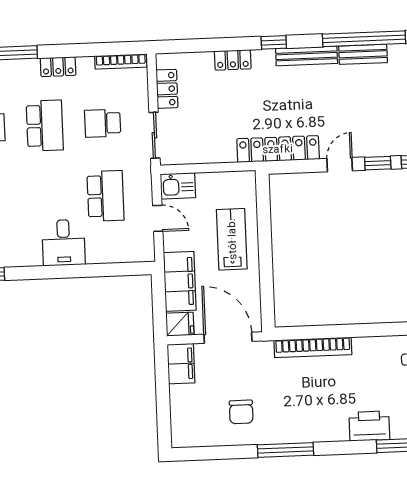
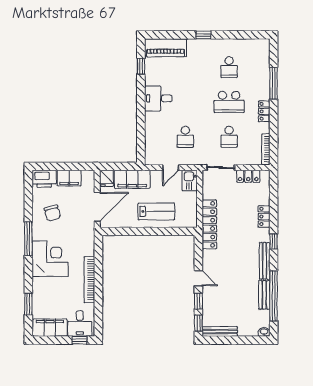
school desk: (103, 123) -> (229, 137), turned 180
locker: (278, 149) -> (209, 224), moved
school desk: (106, 196) -> (185, 137), width x0.54
desk: (64, 243) -> (158, 98), moved
bookcase: (313, 347) -> (89, 280), moved
filing cabinet: (181, 364) -> (69, 178), moved
chair: (241, 412) -> (52, 213), turned -105
corner desk: (317, 412) -> (50, 259), added
printer: (369, 426) -> (44, 179), moved, turned 90

